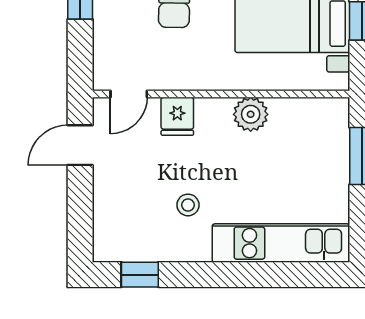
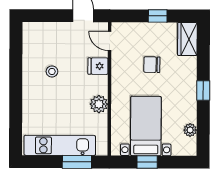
kitchen unit: (281, 243) -> (60, 145), moved, turned -90
window: (140, 275) -> (16, 46), removed

